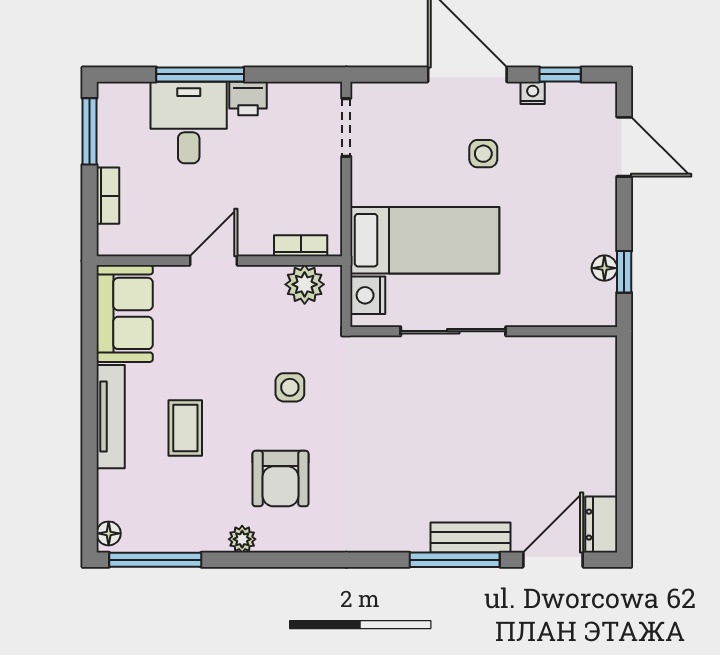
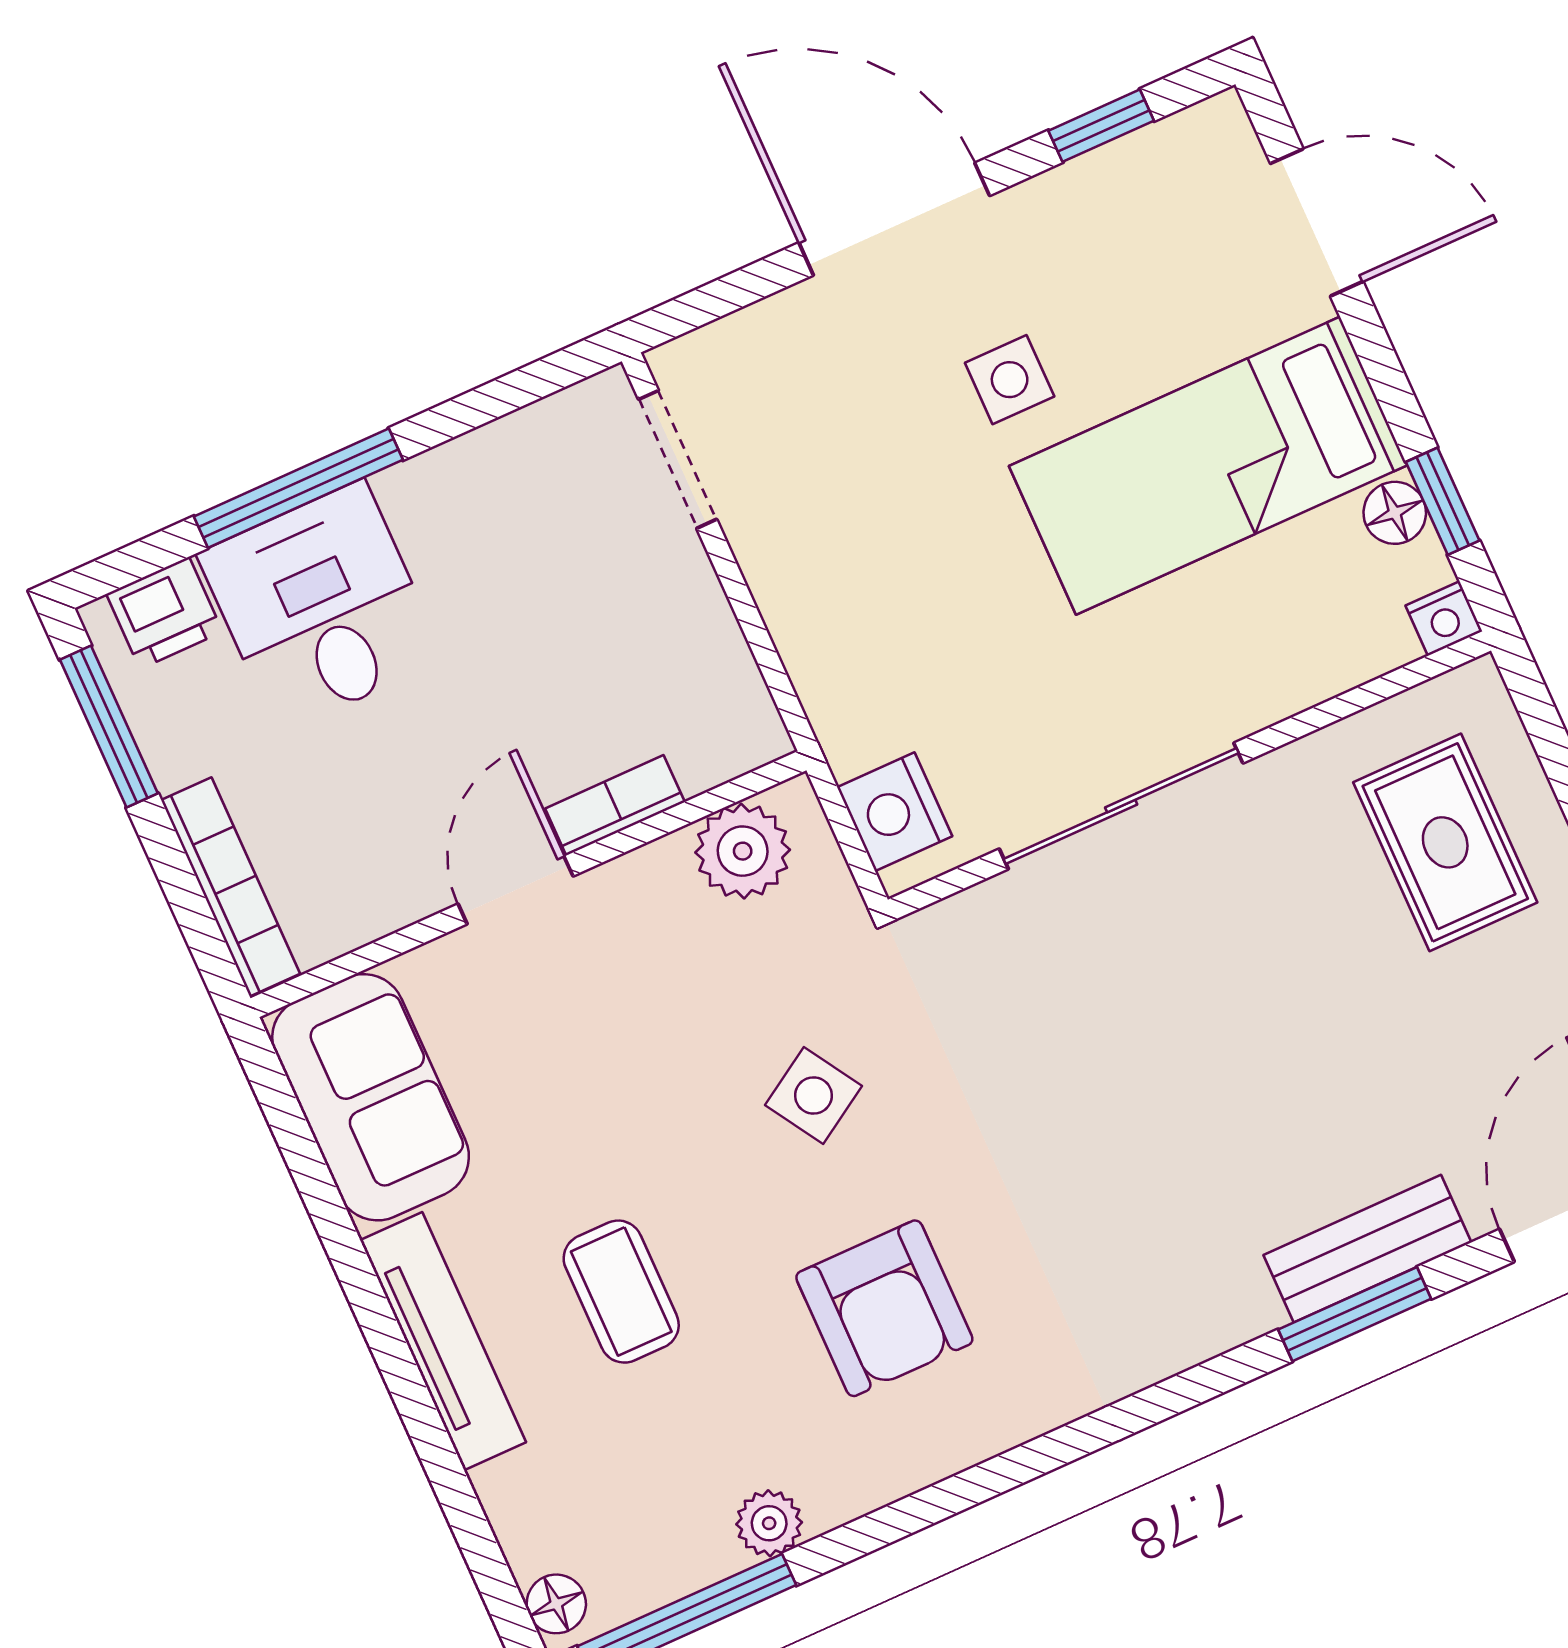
nightstand: (533, 93) -> (1443, 619), moved, turned 180
printer: (248, 98) -> (164, 613), moved
bookcase: (108, 196) -> (231, 887), width x1.56
bed: (425, 240) -> (1208, 466), moved, turned 180
bookcase: (301, 246) -> (615, 805), moved
side table: (290, 387) -> (813, 1096), turned -32
rug: (568, 399) -> (1445, 842), added
plant: (242, 539) -> (769, 1523), moved
window: (455, 560) -> (1355, 1314), width x0.69

